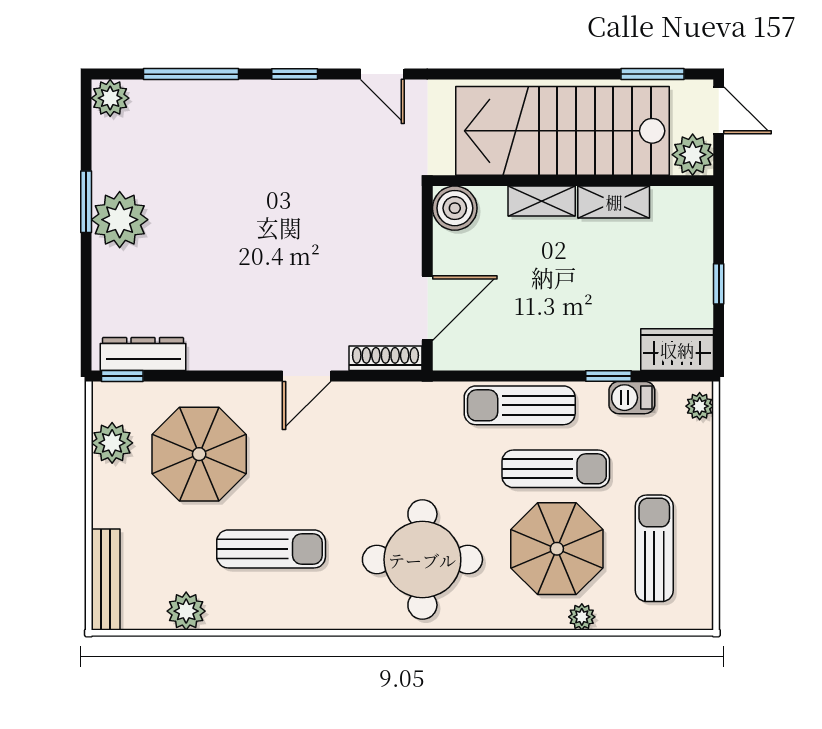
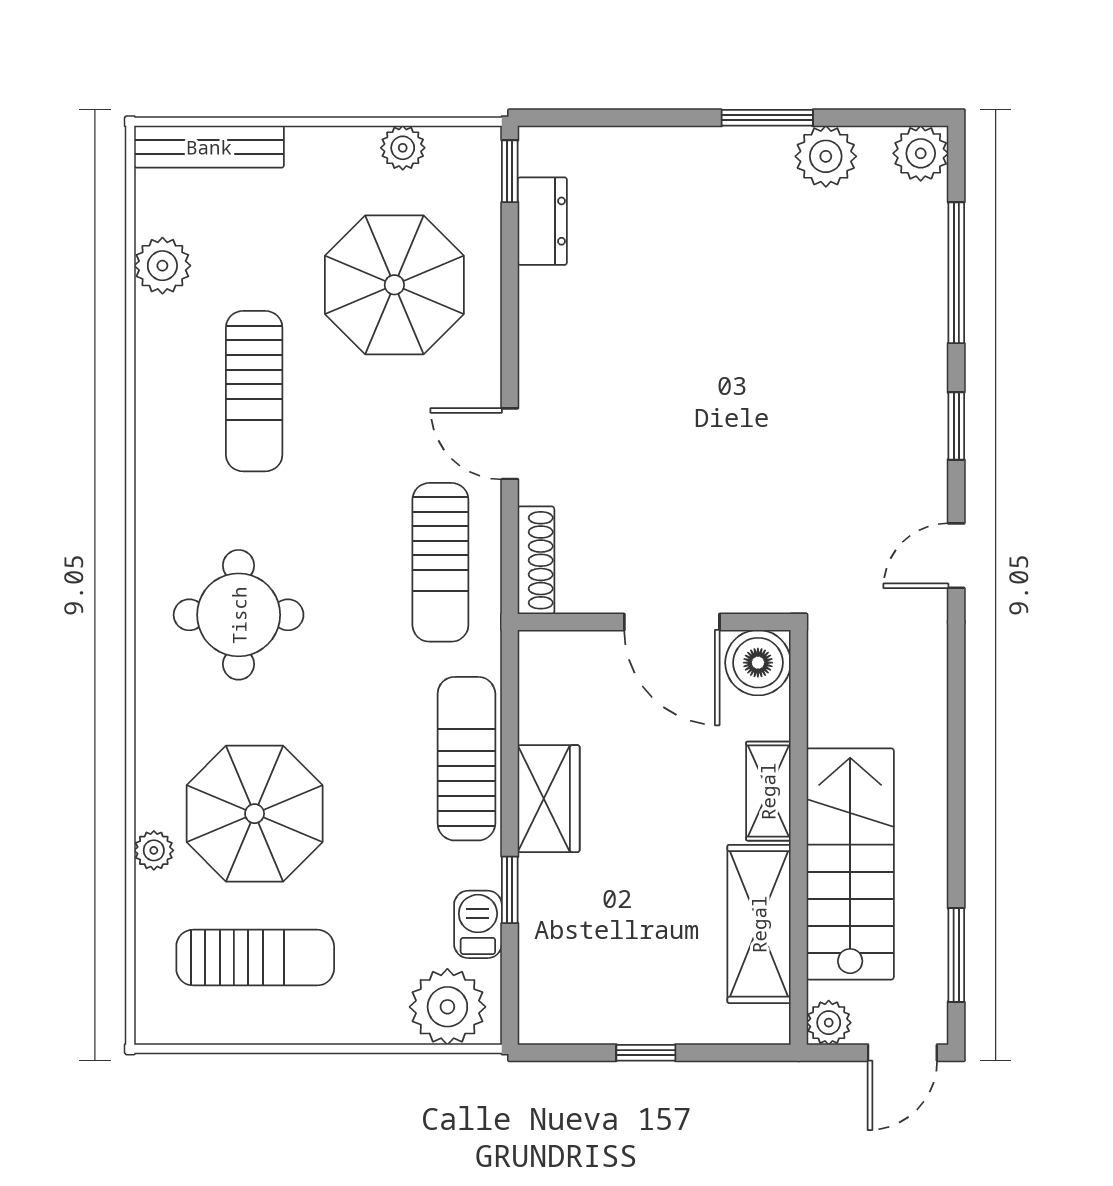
stairs: (563, 131) -> (850, 864), width x0.73, depth x0.66
plant: (693, 155) -> (829, 1023), width x0.73, depth x0.73
shelving: (614, 202) -> (759, 924), width x1.50, depth x1.33
plant: (120, 220) -> (826, 156), moved, width x0.73, depth x0.73
door: (427, 308) -> (672, 622), moved
wardrobe: (677, 350) -> (549, 799), moved
dresser: (143, 354) -> (542, 221), width x0.70
plant: (700, 406) -> (447, 1007), width x1.88, depth x1.88
plant: (112, 443) -> (403, 148), width x0.73, depth x0.73
sun lounger: (556, 469) -> (440, 562), moved
round table: (422, 560) -> (239, 615), width x0.73, depth x0.73

